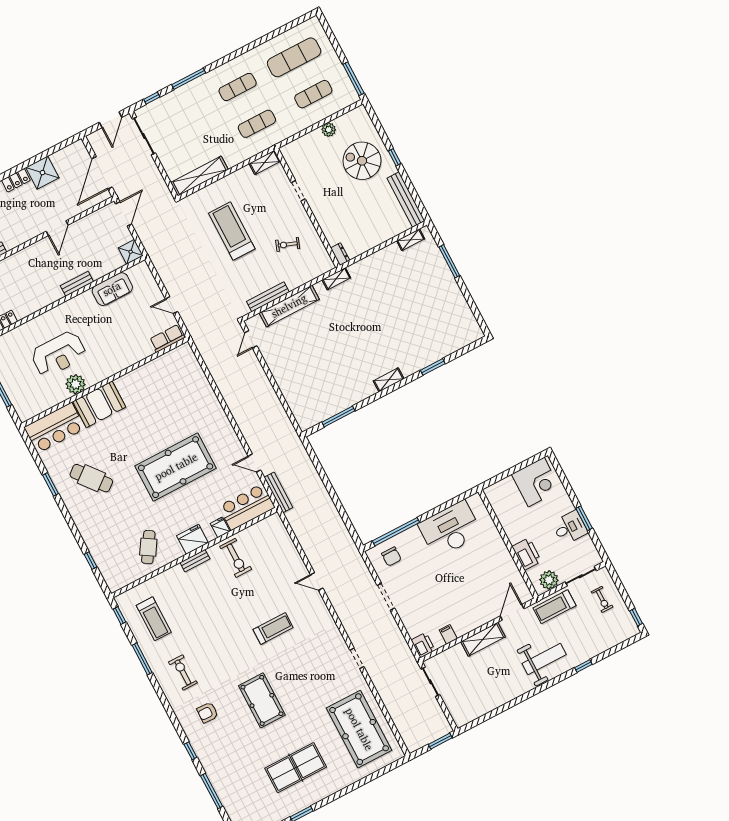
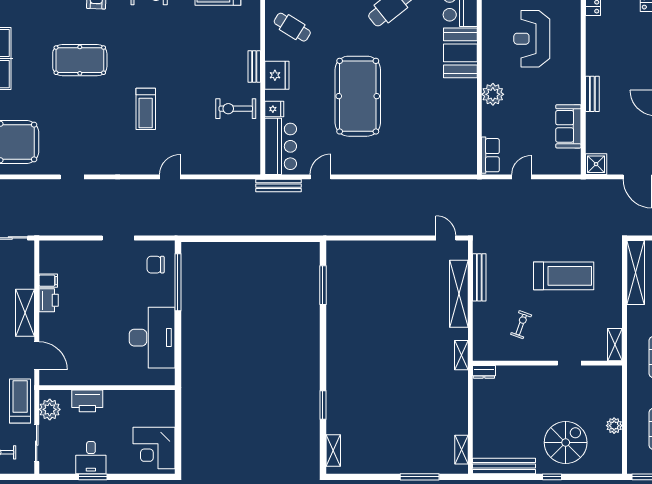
shelving: (389, 380) -> (333, 451), moved
plant: (76, 384) -> (493, 94), moved
printer: (423, 645) -> (49, 300), moved, turned -90

